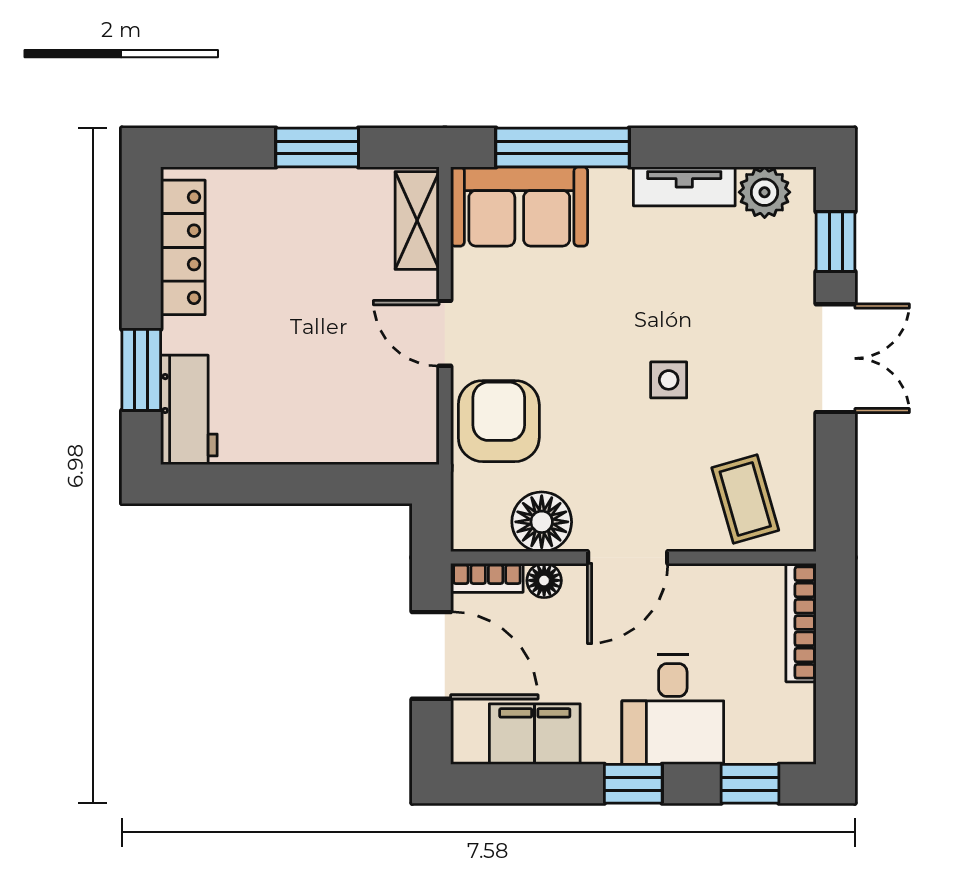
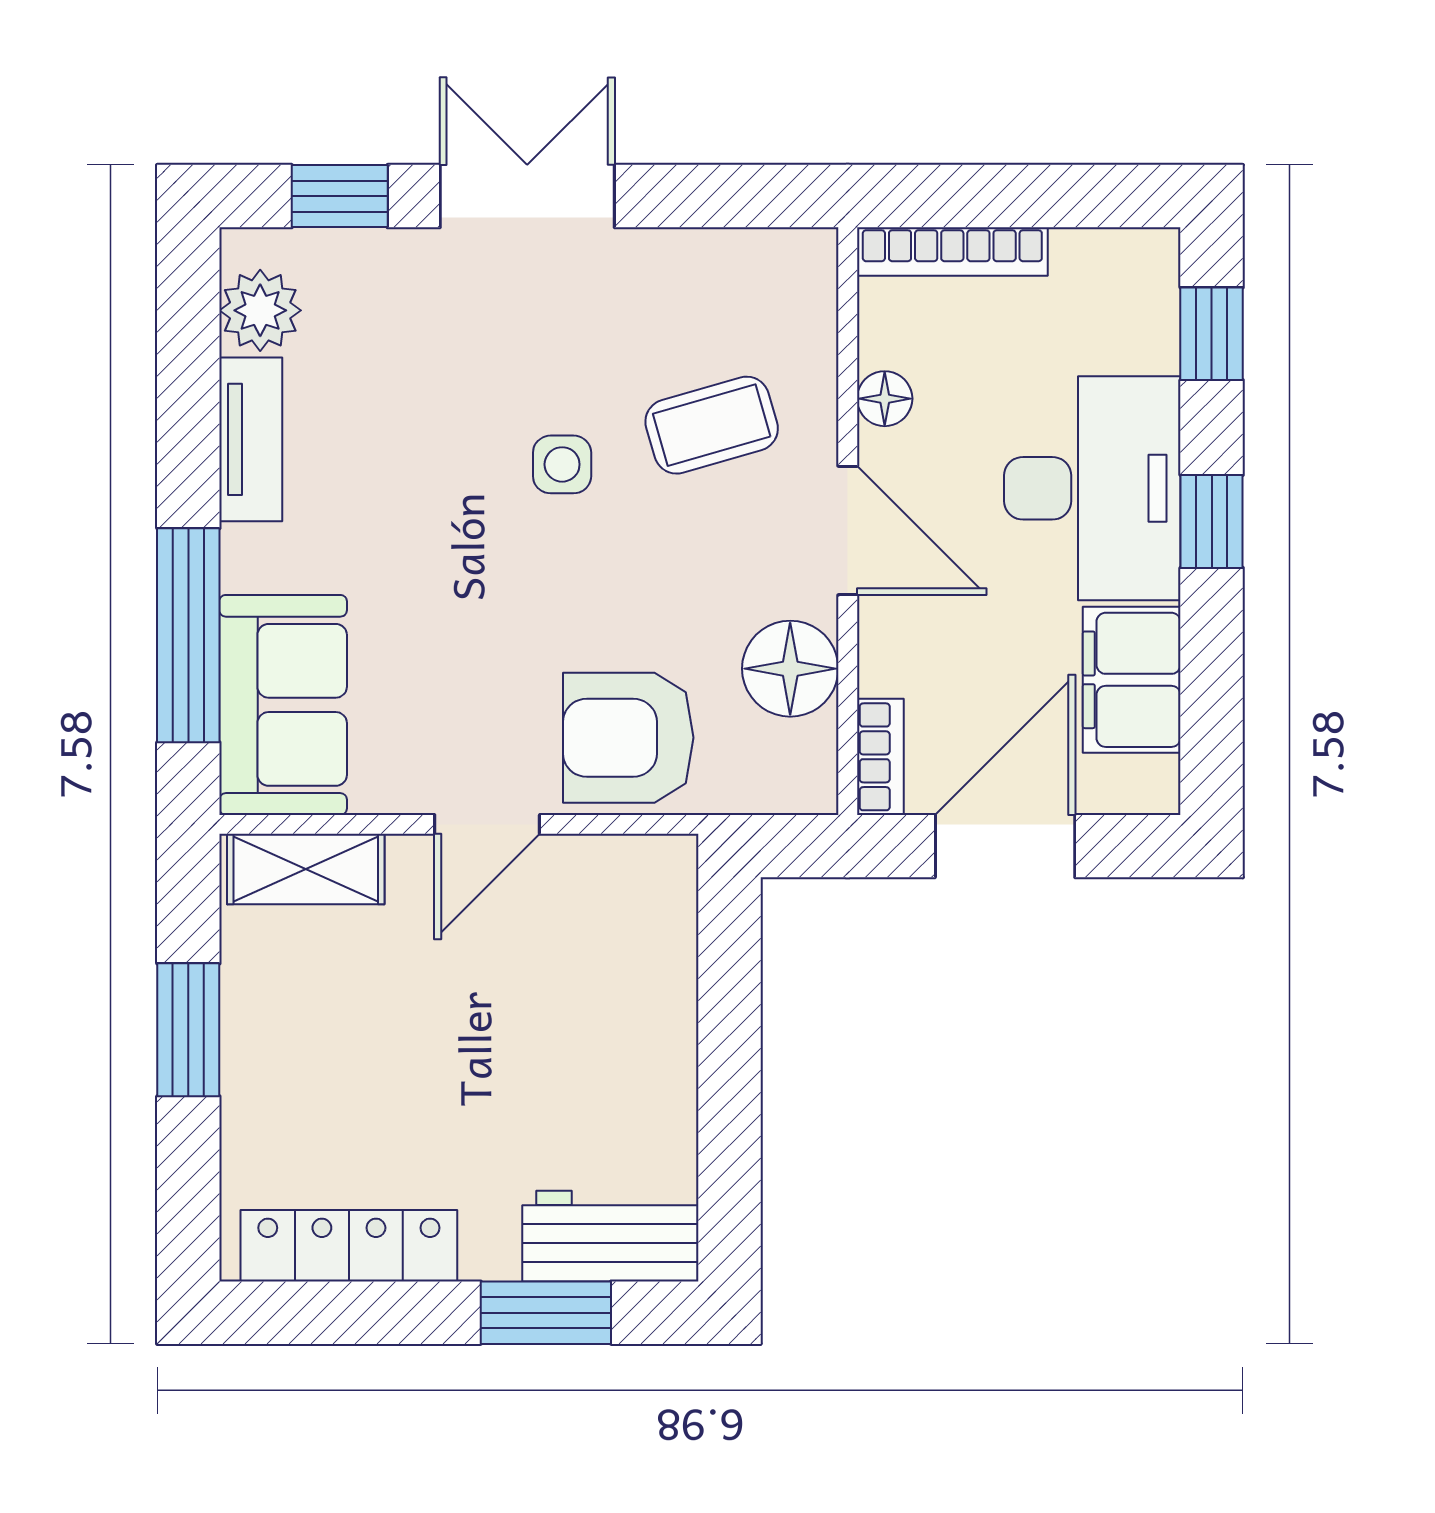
coffee table: (745, 499) -> (712, 425), moved
floor lamp: (544, 580) -> (885, 399), moved
desk: (673, 710) -> (1092, 488), width x1.37

